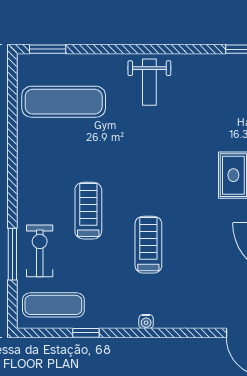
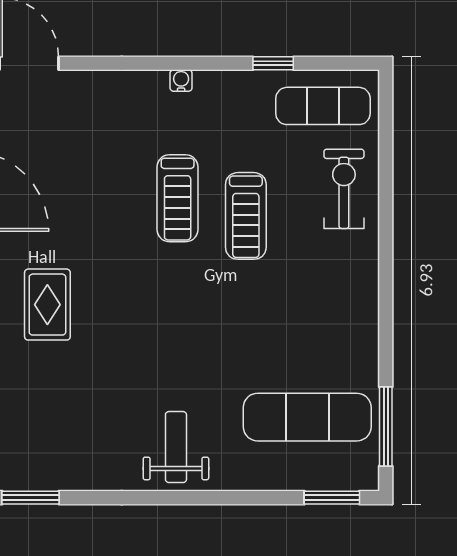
treadmill: (88, 211) -> (246, 216), moved
exercise bike: (40, 251) -> (344, 189), turned 180
window: (12, 254) -> (386, 427), moved

